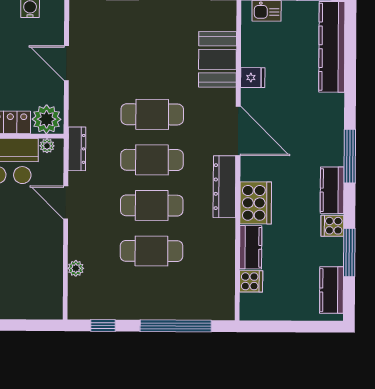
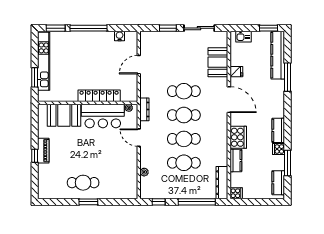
door: (66, 63) -> (139, 65), hinge flipped
plant: (47, 119) -> (129, 94), removed
window: (350, 156) -> (287, 77), moved
dresser: (224, 187) -> (222, 183), moved
cooker: (251, 281) -> (236, 193), moved

